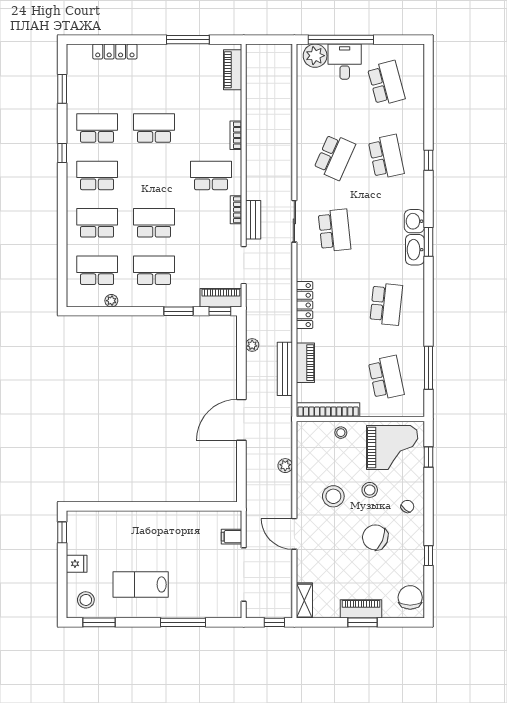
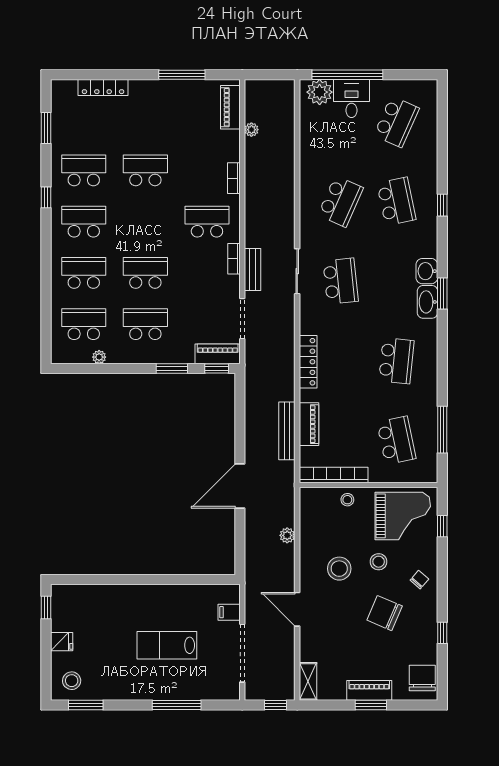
school desk: (386, 83) -> (396, 122), turned 39
plant: (252, 345) -> (251, 130), moved
lab bench: (141, 584) -> (167, 645), moved

